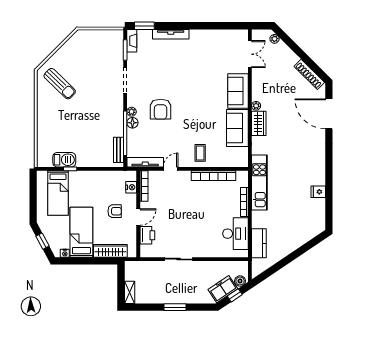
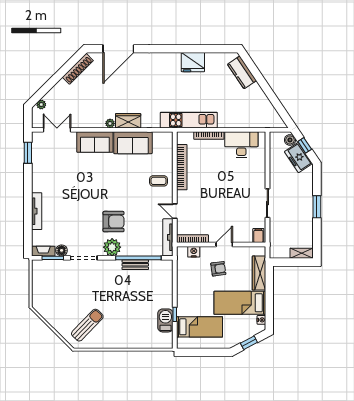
window: (144, 26) -> (28, 153), moved
plant: (132, 112) -> (112, 247), width x1.88, depth x1.88
floor lamp: (132, 123) -> (62, 250), moved
bench: (119, 150) -> (135, 265), moved
fridge: (318, 192) -> (193, 62), width x1.88, depth x1.34
armchair: (115, 211) -> (218, 269), turned 82
door: (138, 217) -> (224, 244), hinge flipped
printer: (147, 235) -> (243, 235), removed
kitchen counter: (259, 243) -> (242, 72), moved, turned -124
filing cabinet: (147, 250) -> (258, 235), added

